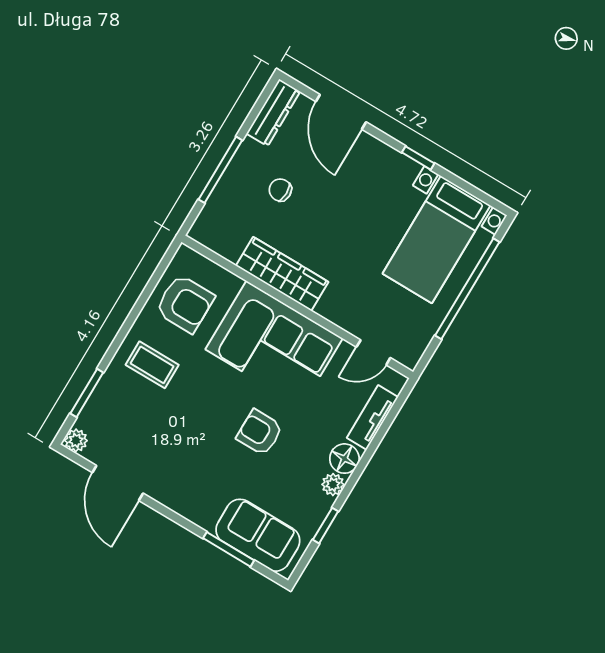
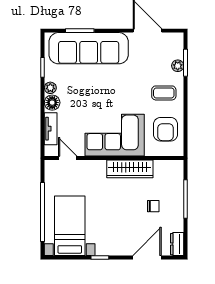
door: (341, 112) -> (147, 258), hinge flipped
dresser: (273, 113) -> (177, 244), width x0.70
armchair: (185, 304) -> (166, 129), turned -90
door: (373, 352) -> (68, 158), hinge flipped
armchair: (260, 432) -> (97, 92), removed
plant: (76, 440) -> (178, 66), moved
sofa: (258, 535) -> (89, 48), width x1.85, depth x1.27

